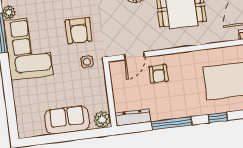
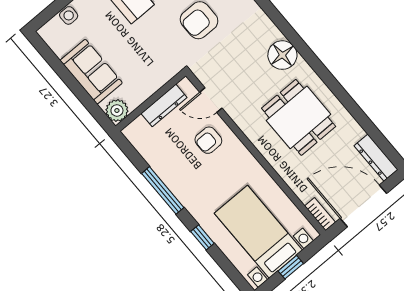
side table: (87, 62) -> (69, 15), moved
dresser: (133, 118) -> (164, 105), moved, turned 90

